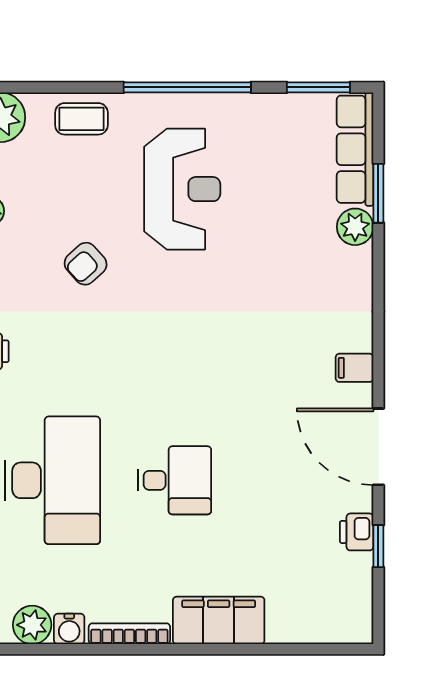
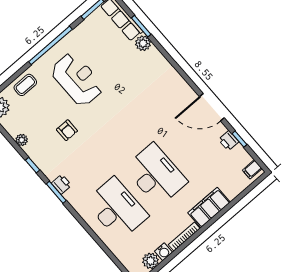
armchair: (86, 264) -> (67, 130), turned -48
filing cabinet: (354, 368) -> (252, 169), moved
desk: (174, 480) -> (156, 175), width x1.87, depth x1.30

